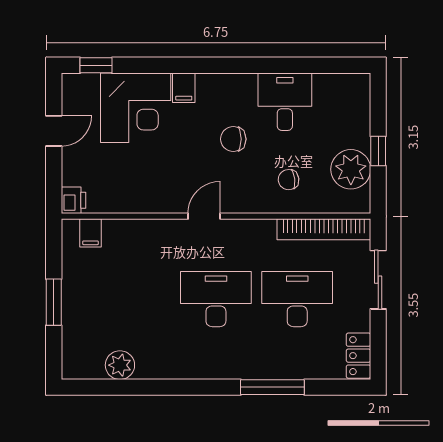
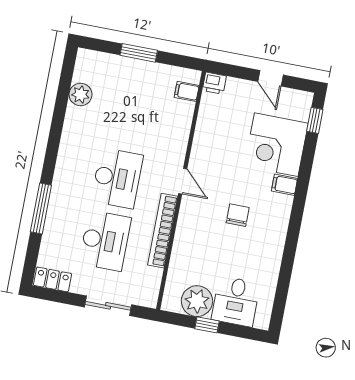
desk: (285, 102) -> (236, 301), moved, turned 90
chair: (289, 180) -> (198, 252), removed
bookcase: (324, 229) -> (163, 231), moved

